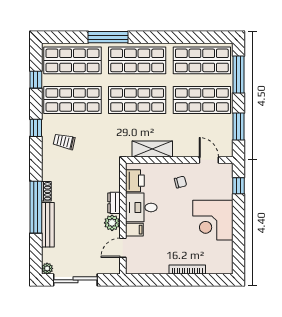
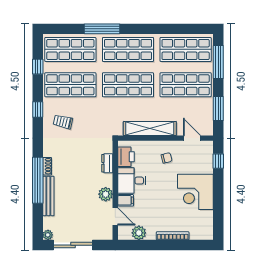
shelving: (152, 149) -> (150, 128), width x1.47
dresser: (114, 203) -> (107, 163), moved
door: (123, 248) -> (115, 216), swing flipped
plant: (149, 266) -> (139, 233), added

